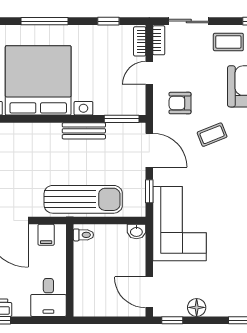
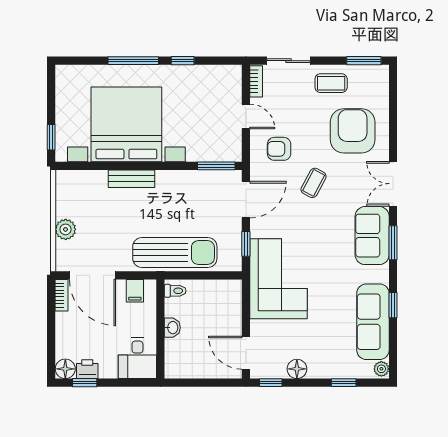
window: (108, 21) -> (183, 61), moved
bookcase: (140, 41) -> (236, 82), removed
door: (149, 73) -> (246, 116), swing flipped
bench: (84, 131) -> (131, 179), moved
coffee table: (212, 135) -> (314, 183), turned -40
door: (149, 150) -> (246, 200), hinge flipped
washbasin: (136, 232) -> (172, 328), moved, turned -90

